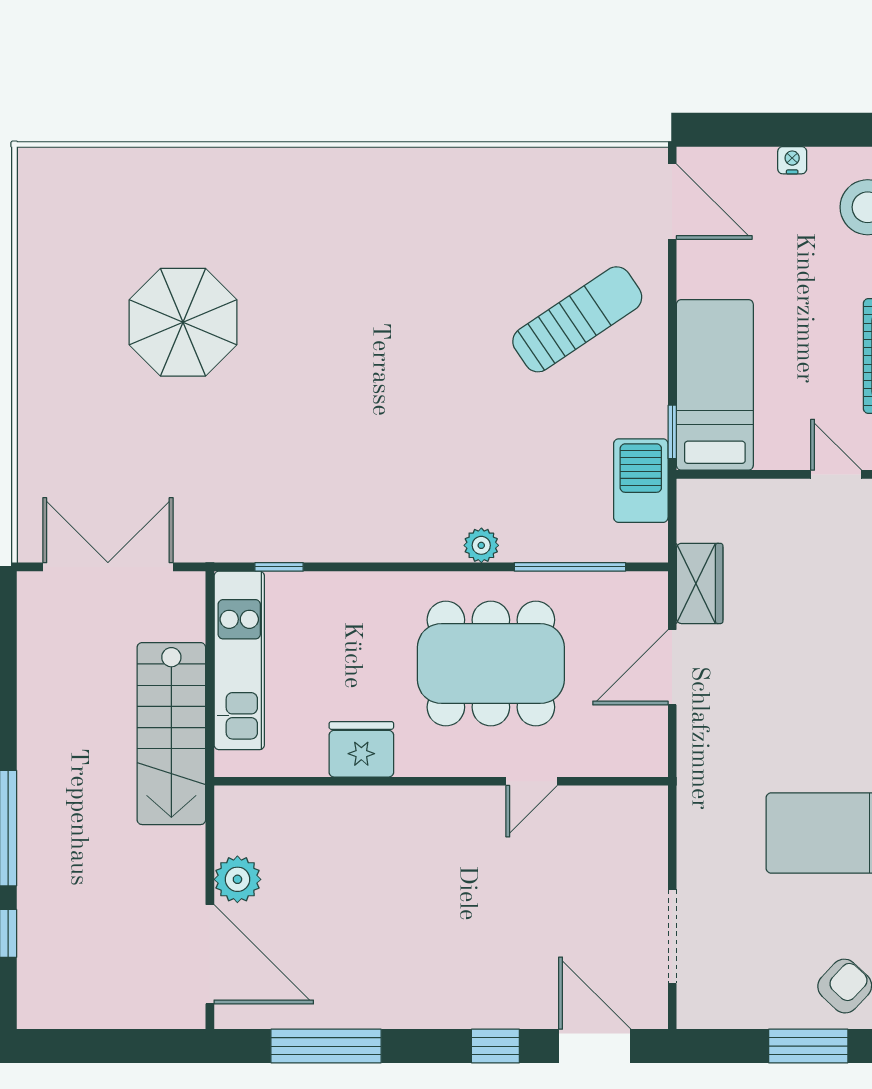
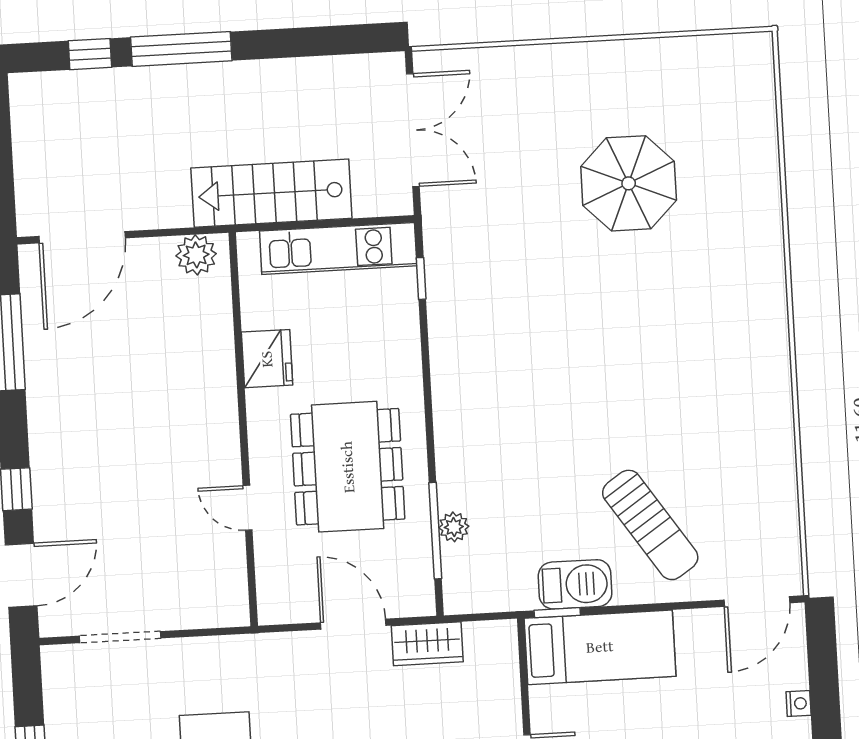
barbecue: (641, 481) -> (575, 584), moved
plant: (481, 545) -> (454, 527), moved
plant: (237, 879) -> (196, 255), moved

